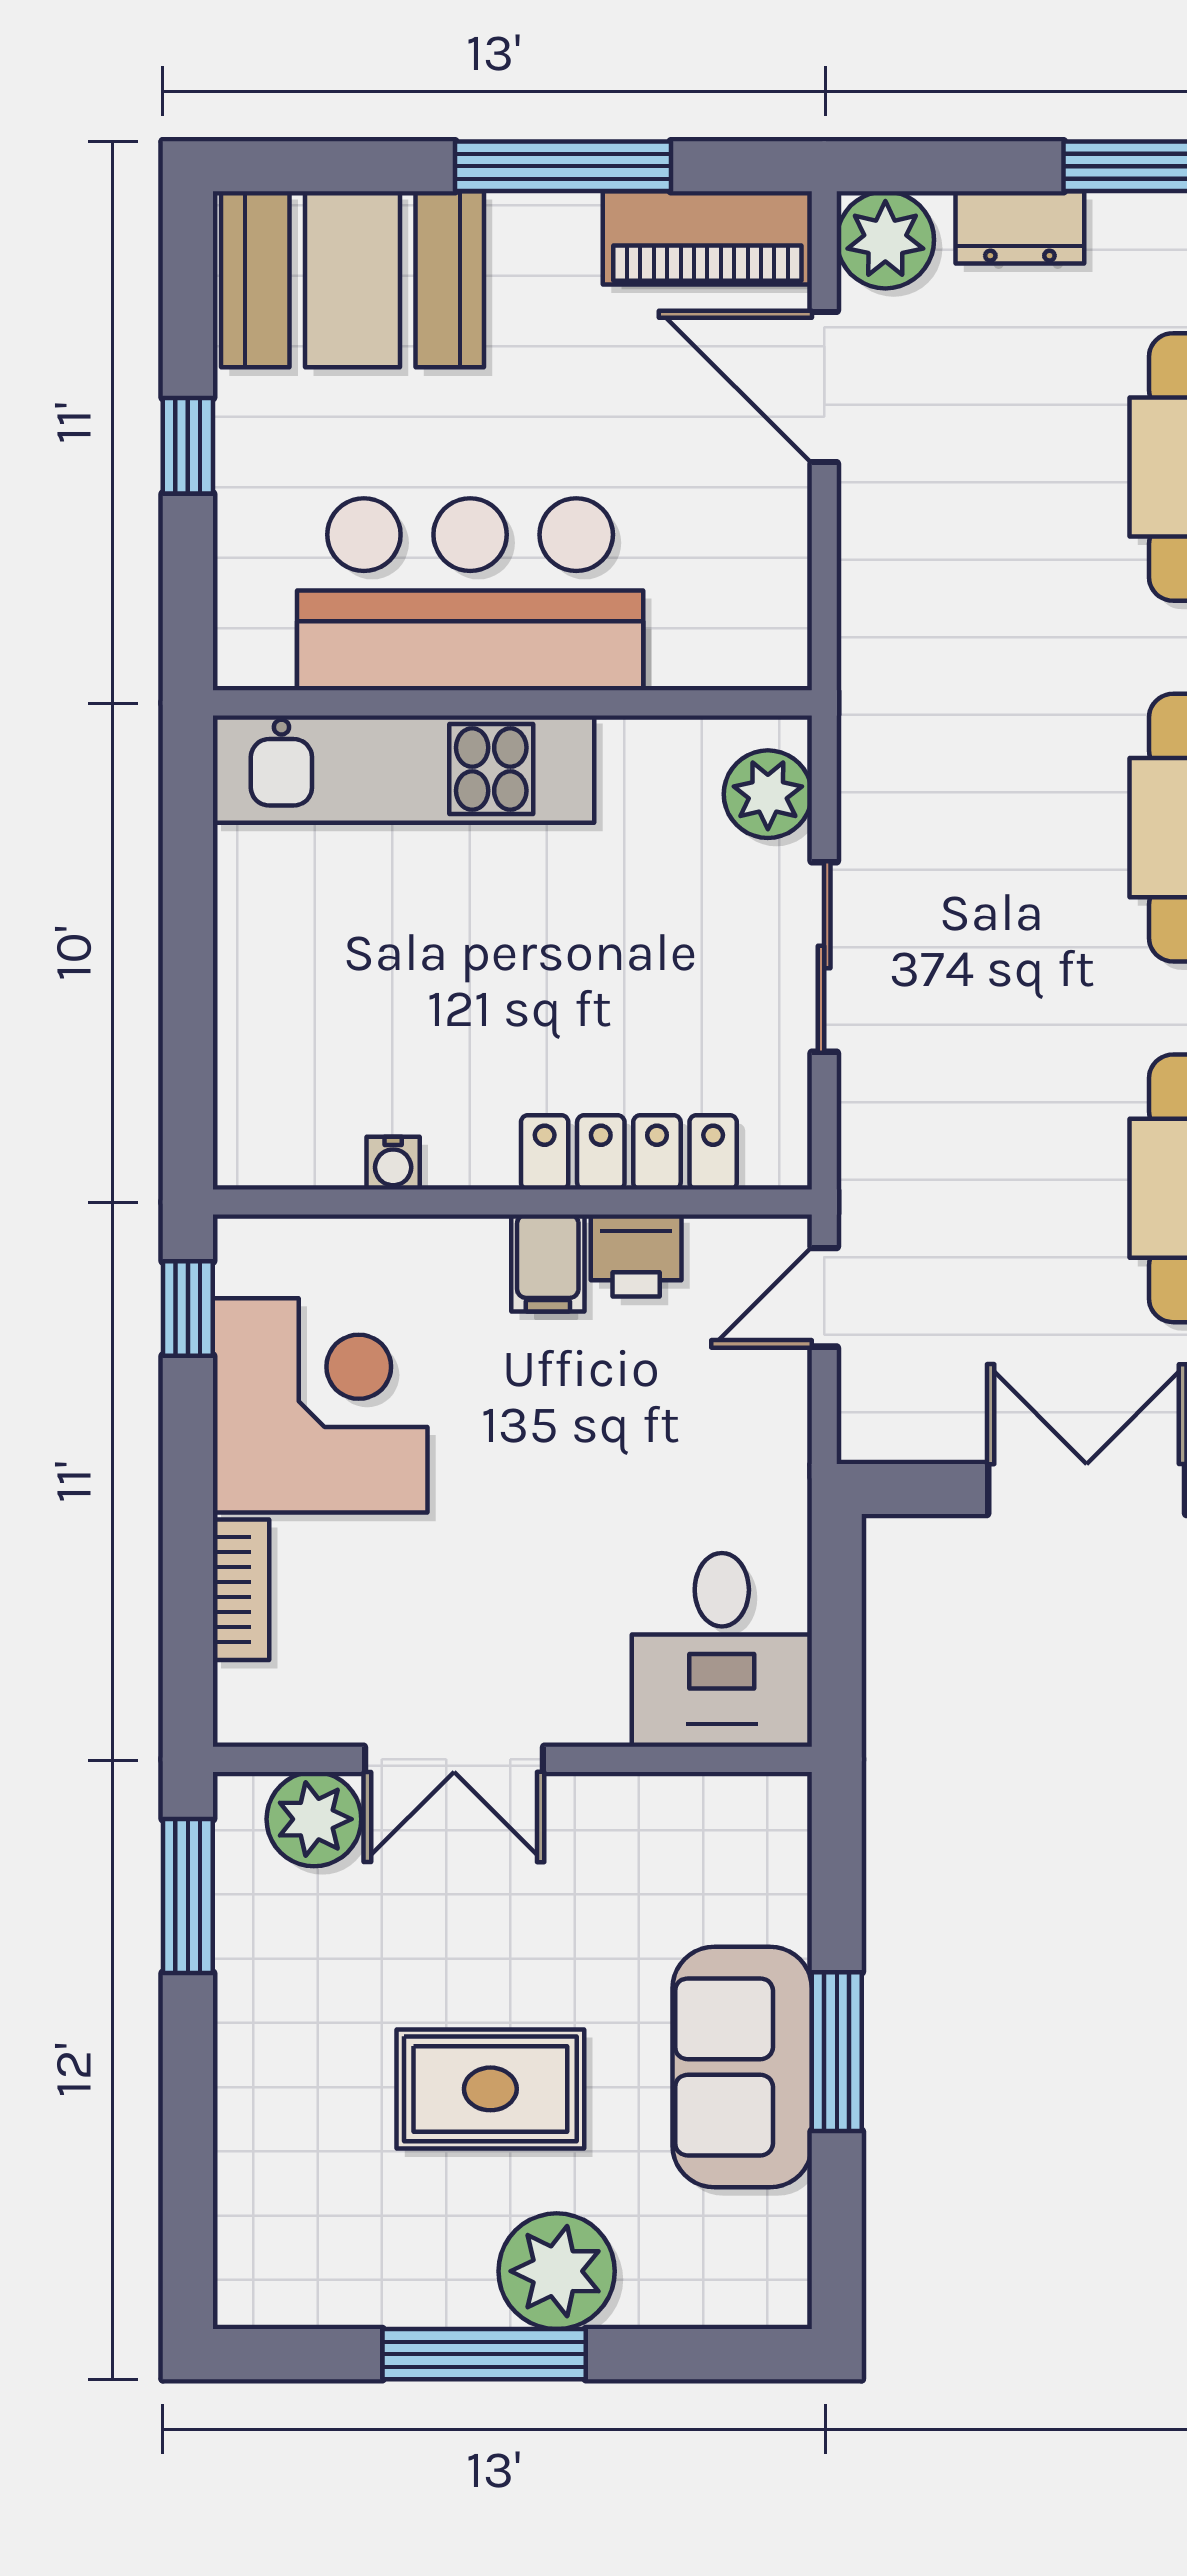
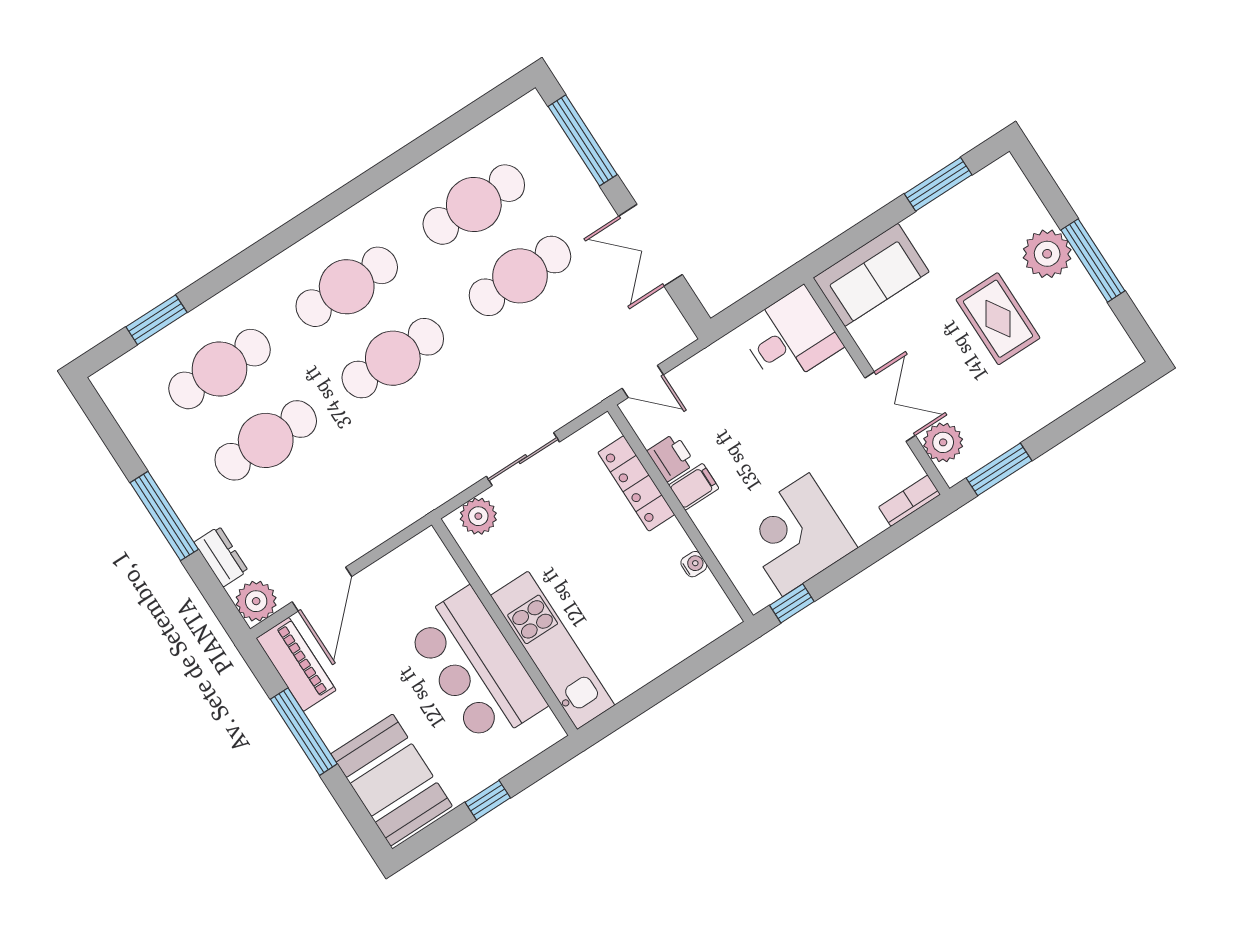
bookcase: (241, 1590) -> (910, 501), moved
window: (837, 2052) -> (938, 184), moved
sofa: (742, 2067) -> (871, 275), moved

